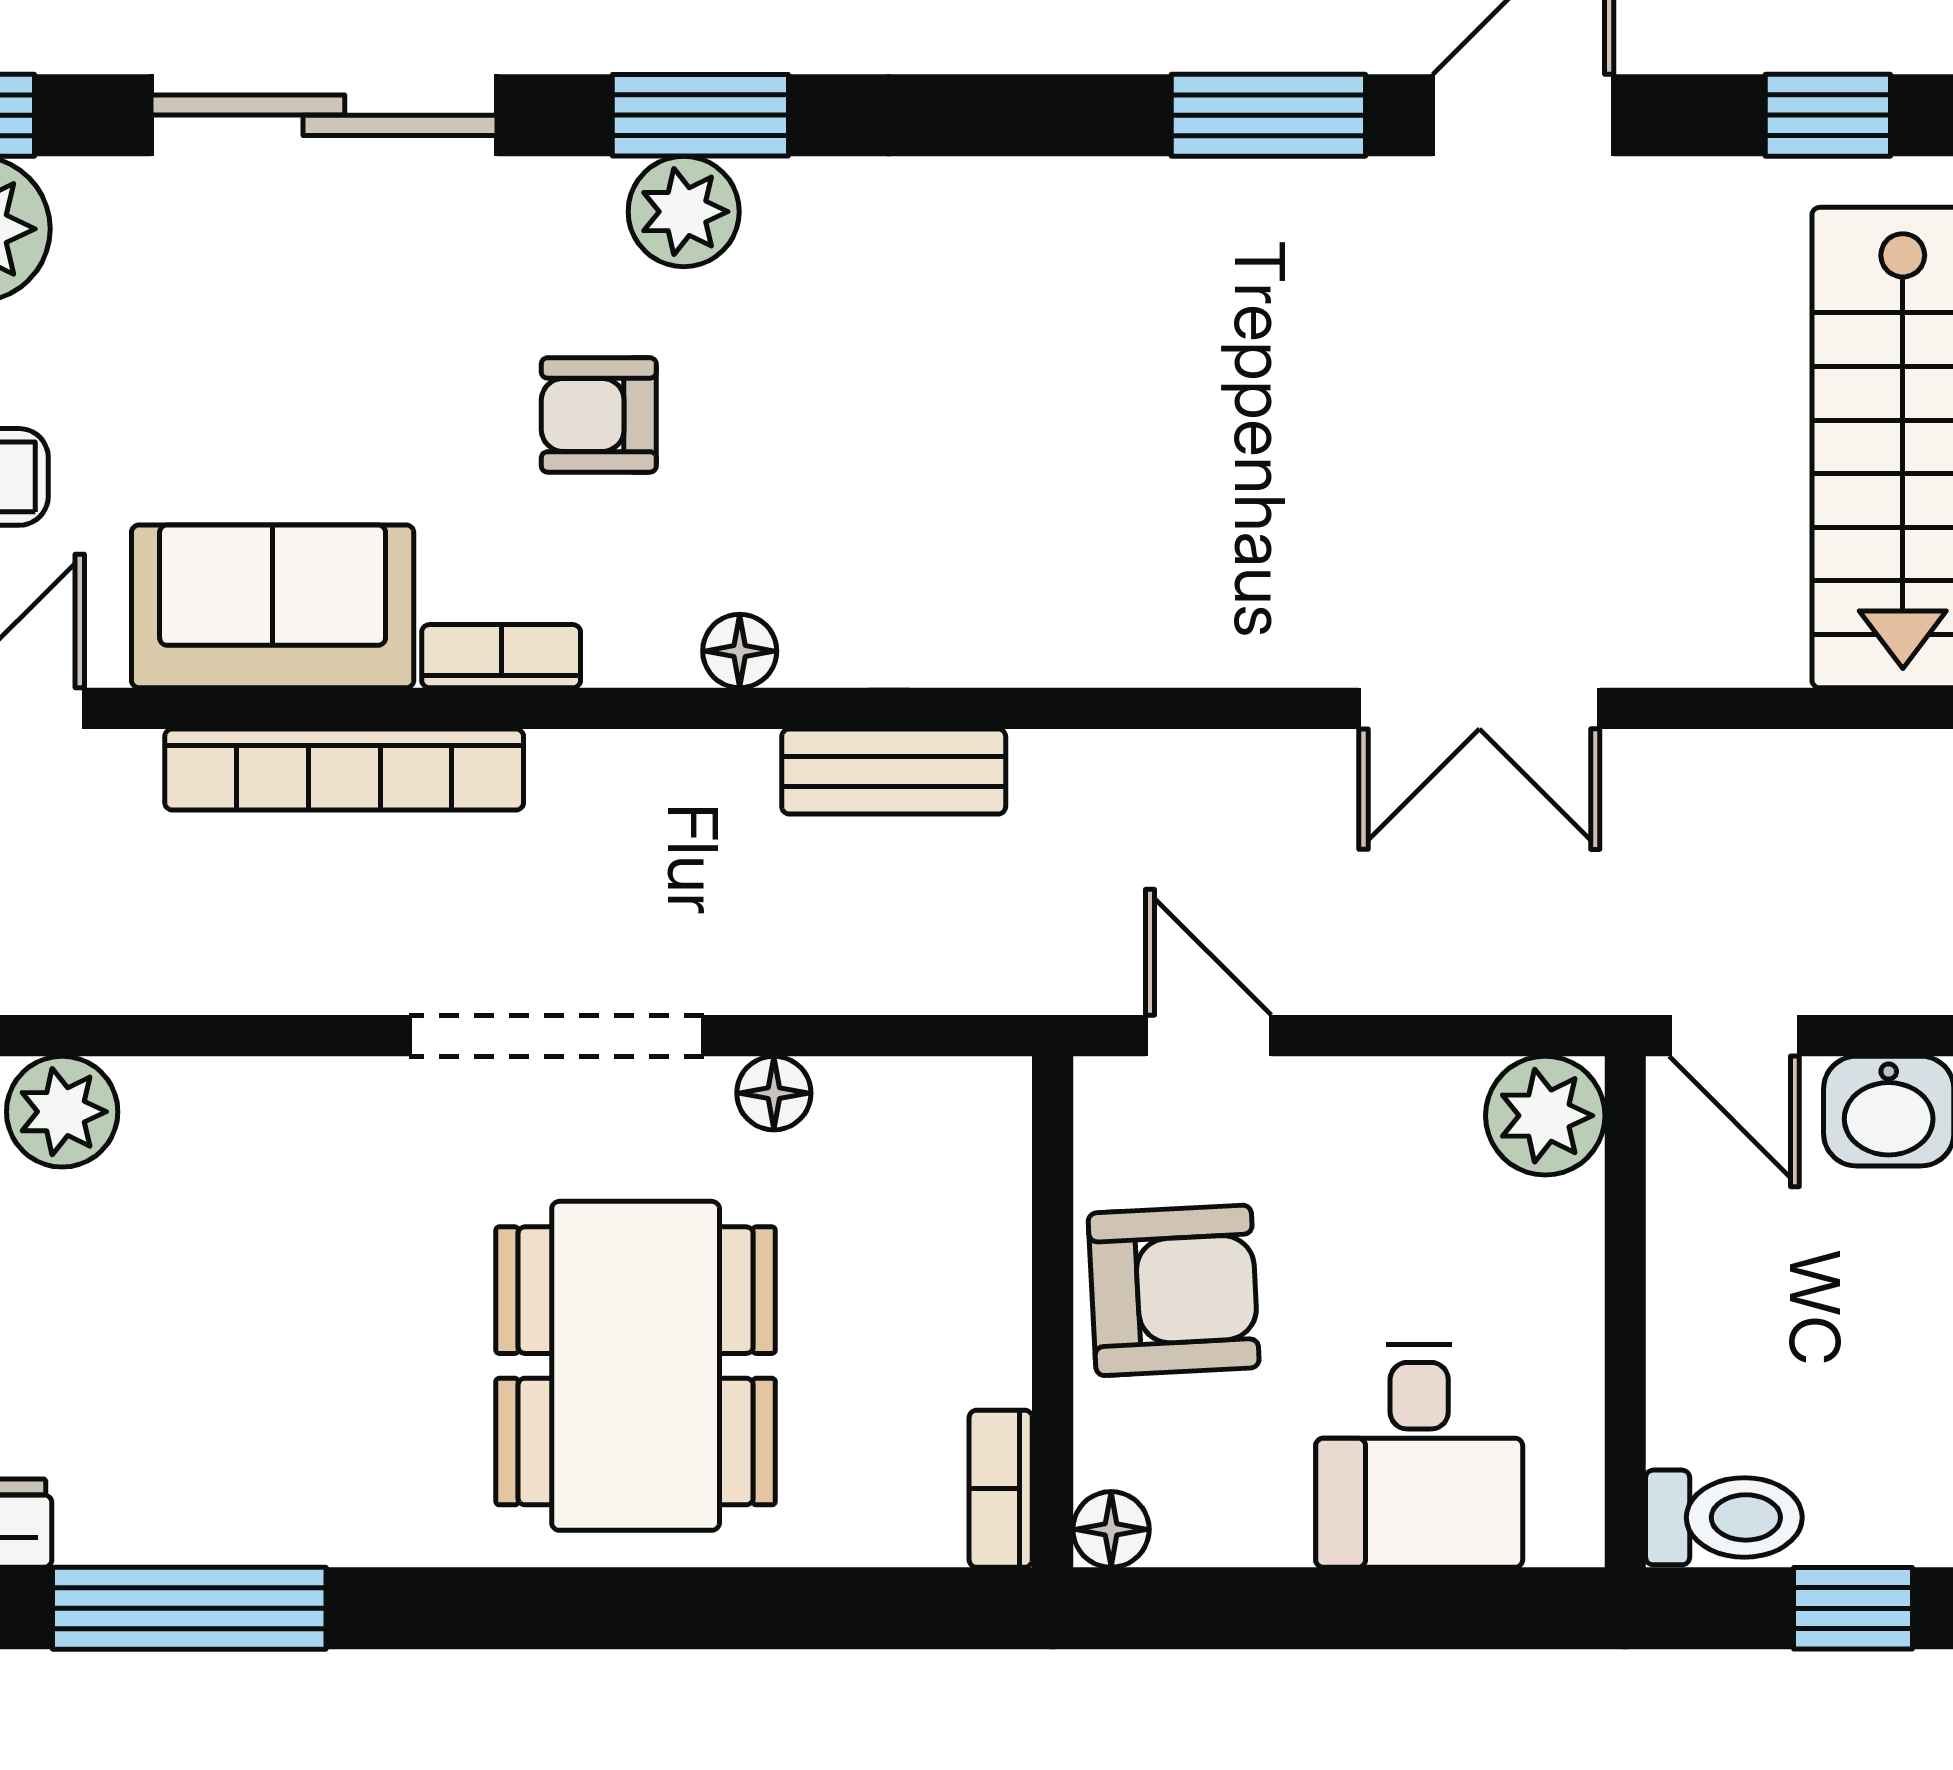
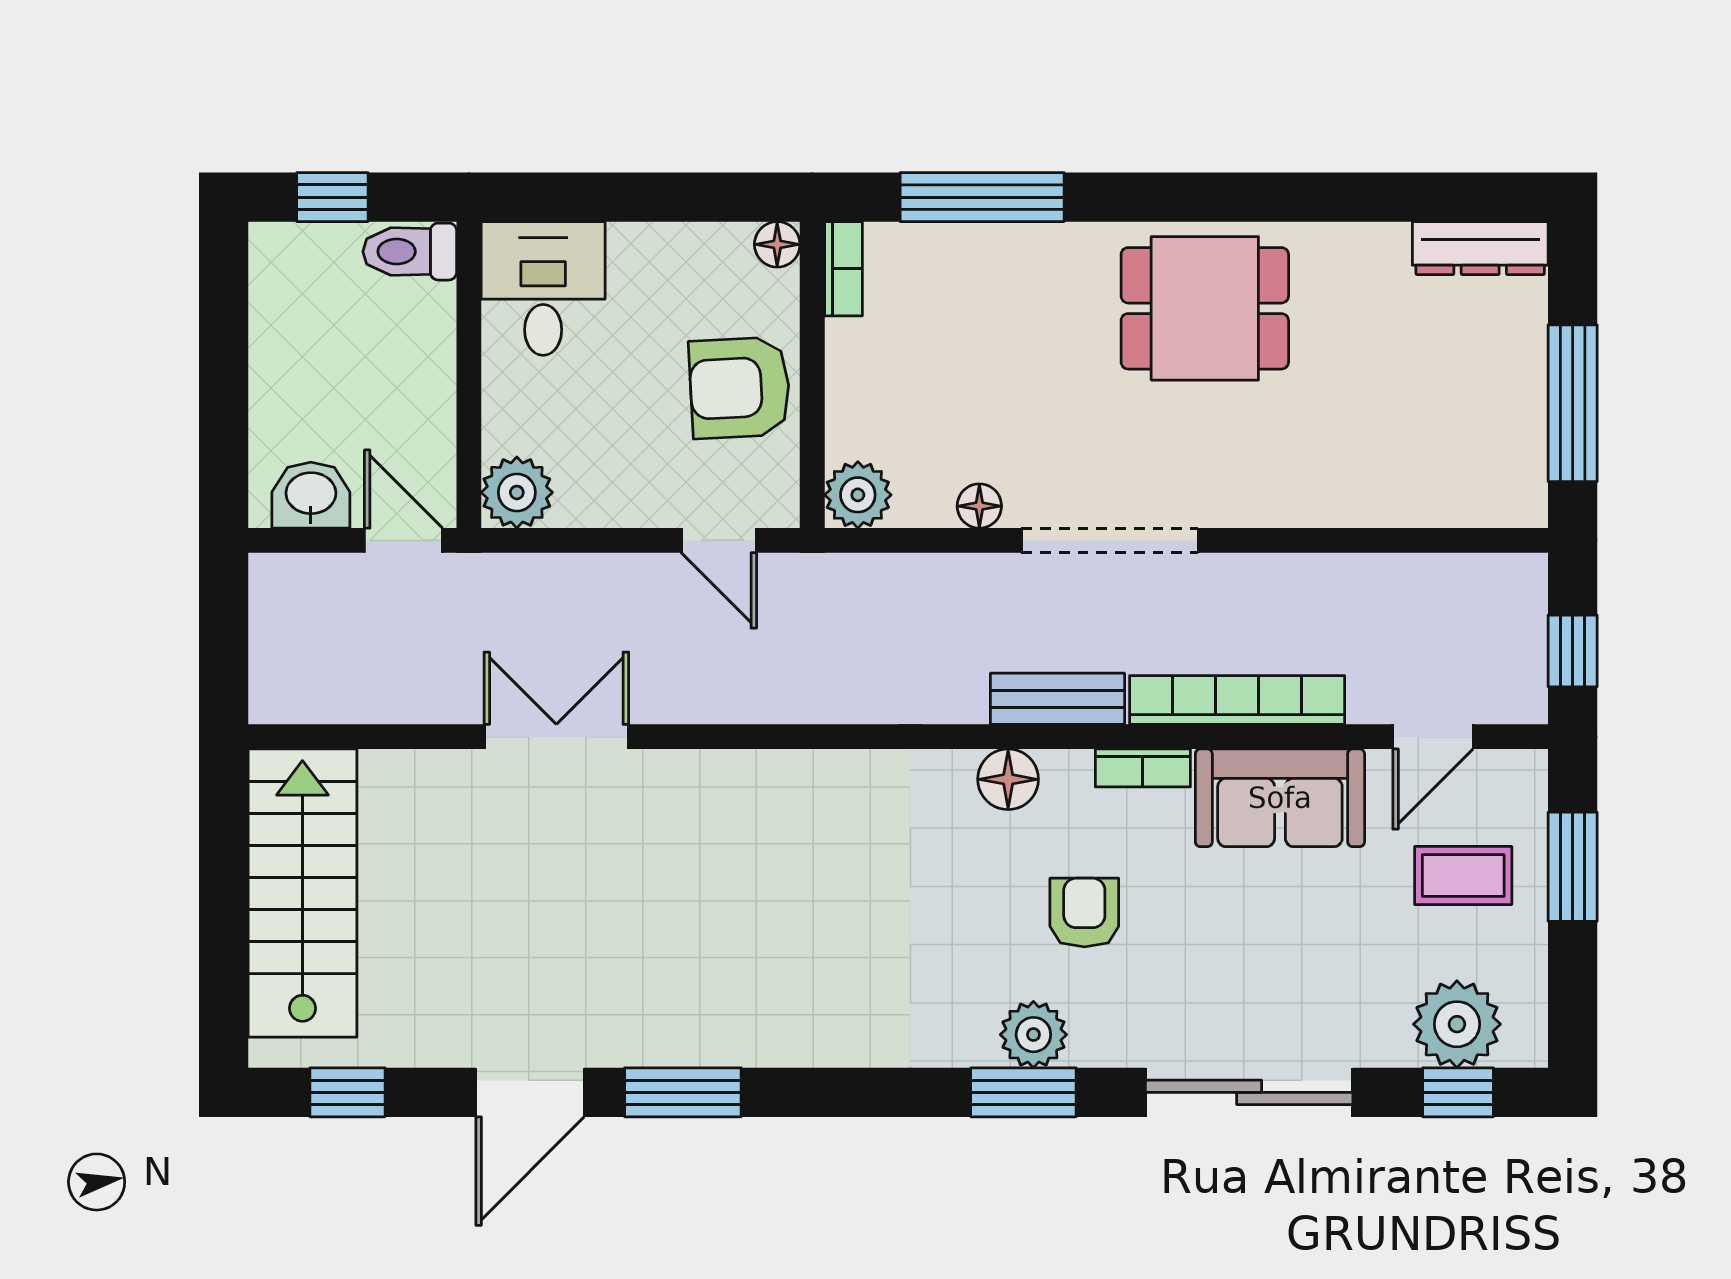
armchair: (599, 415) -> (1084, 913), turned -90
floor lamp: (740, 651) -> (1008, 779), width x1.37, depth x1.37
bench: (894, 772) -> (1058, 699), moved
plant: (62, 1112) -> (858, 495), moved
dining table: (636, 1366) -> (1205, 308), moved, width x0.73
desk: (1419, 1456) -> (543, 288), moved
window: (189, 1608) -> (982, 197), moved

